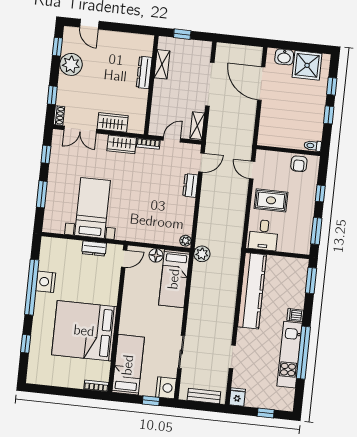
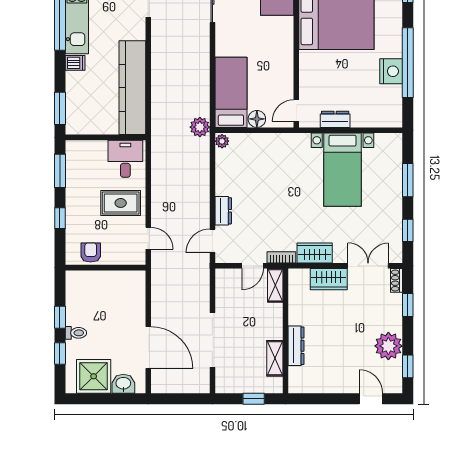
shelving: (197, 126) -> (275, 285), moved
toilet: (313, 146) -> (76, 333), moved

